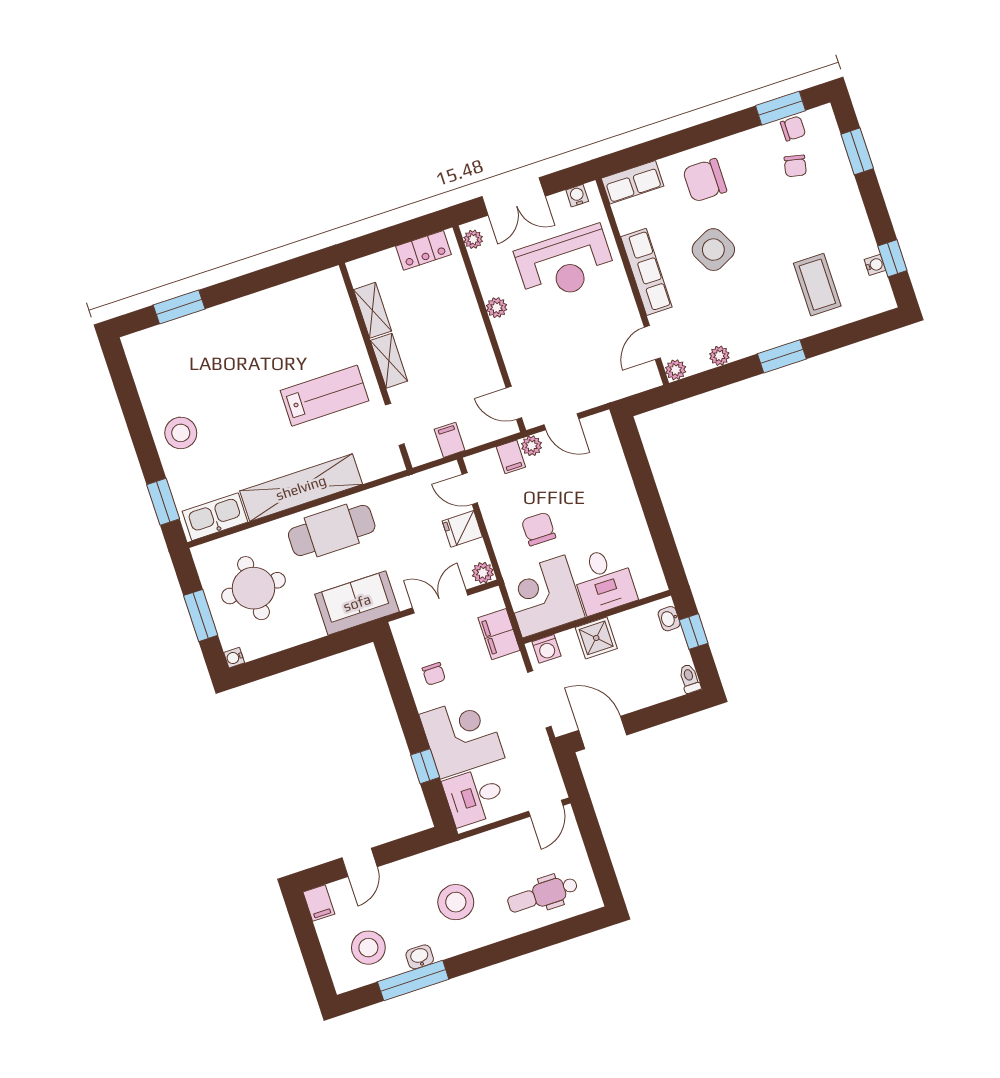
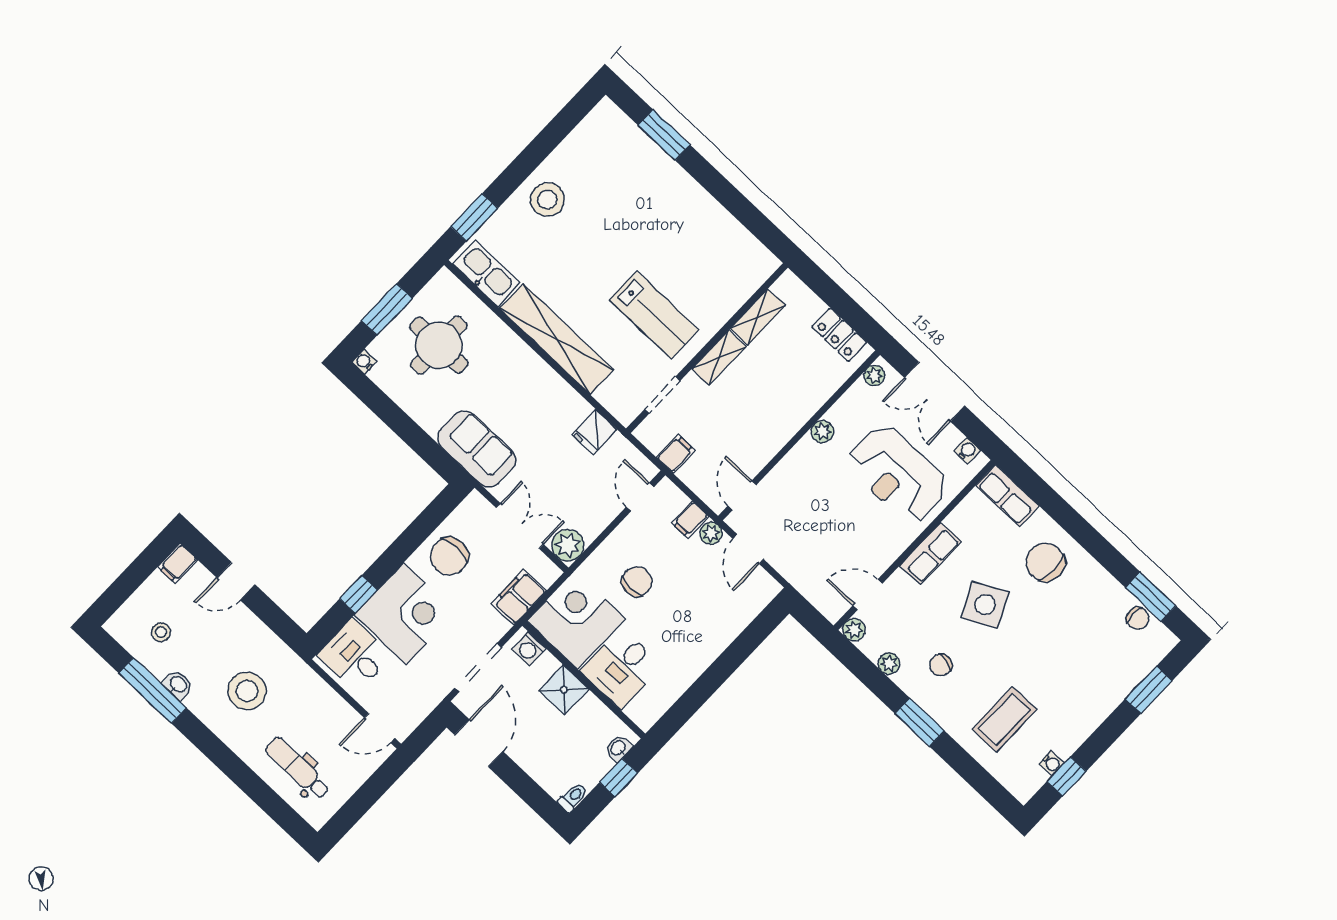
chair: (795, 166) -> (941, 665), moved
row of seats: (646, 272) -> (931, 553), width x0.68
fridge: (462, 529) -> (594, 432), moved, turned -90
cafe table: (332, 530) -> (532, 389), removed
plant: (483, 573) -> (568, 545), width x1.38, depth x1.38
chair: (434, 674) -> (449, 556), width x1.87, depth x1.87
stool: (368, 948) -> (161, 632), width x0.53, depth x0.53

